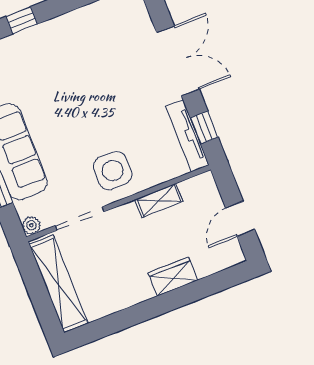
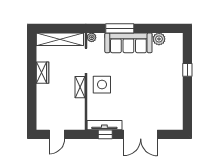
shelving: (159, 201) -> (80, 87), moved
door: (240, 219) -> (57, 134), swing flipped
wardrobe: (173, 277) -> (42, 73), moved

